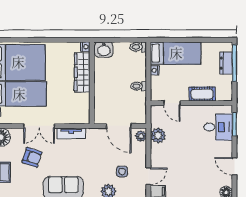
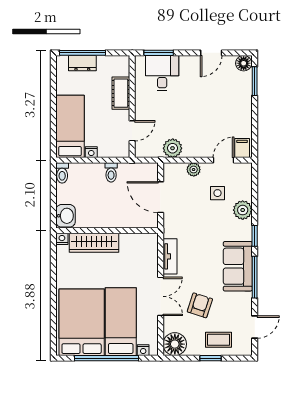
door: (119, 126) -> (161, 197), swing flipped
plant: (141, 136) -> (194, 170), moved
door: (148, 176) -> (223, 160), hinge flipped

